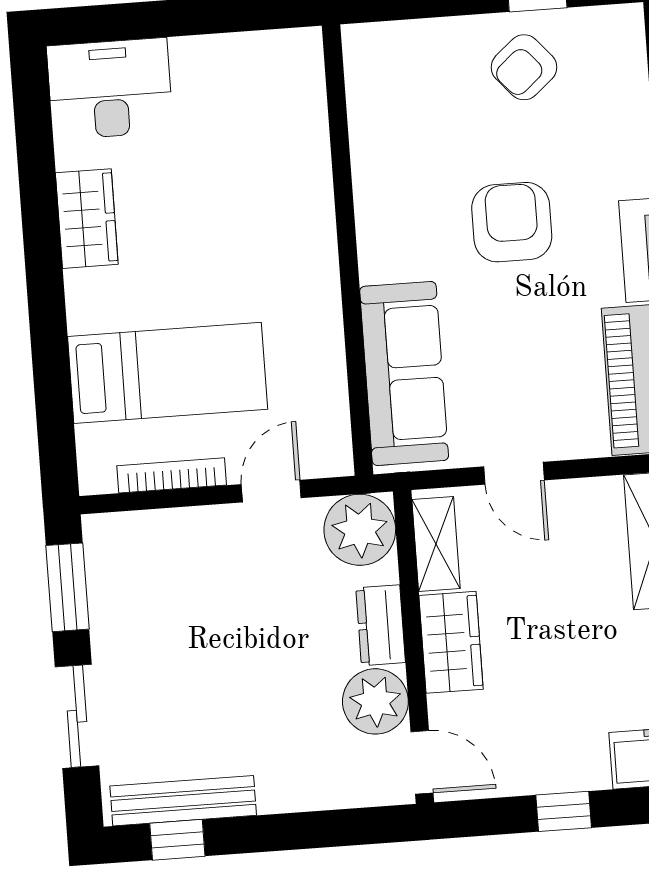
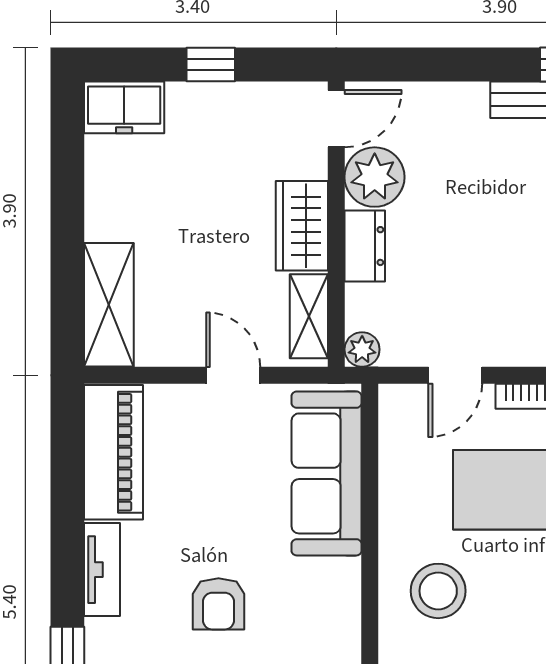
armchair: (512, 222) -> (218, 604), width x0.72, depth x0.72
stool: (273, 254) -> (438, 591), added
plant: (360, 530) -> (362, 349), width x0.53, depth x0.53
door: (422, 762) -> (336, 119), swing flipped

